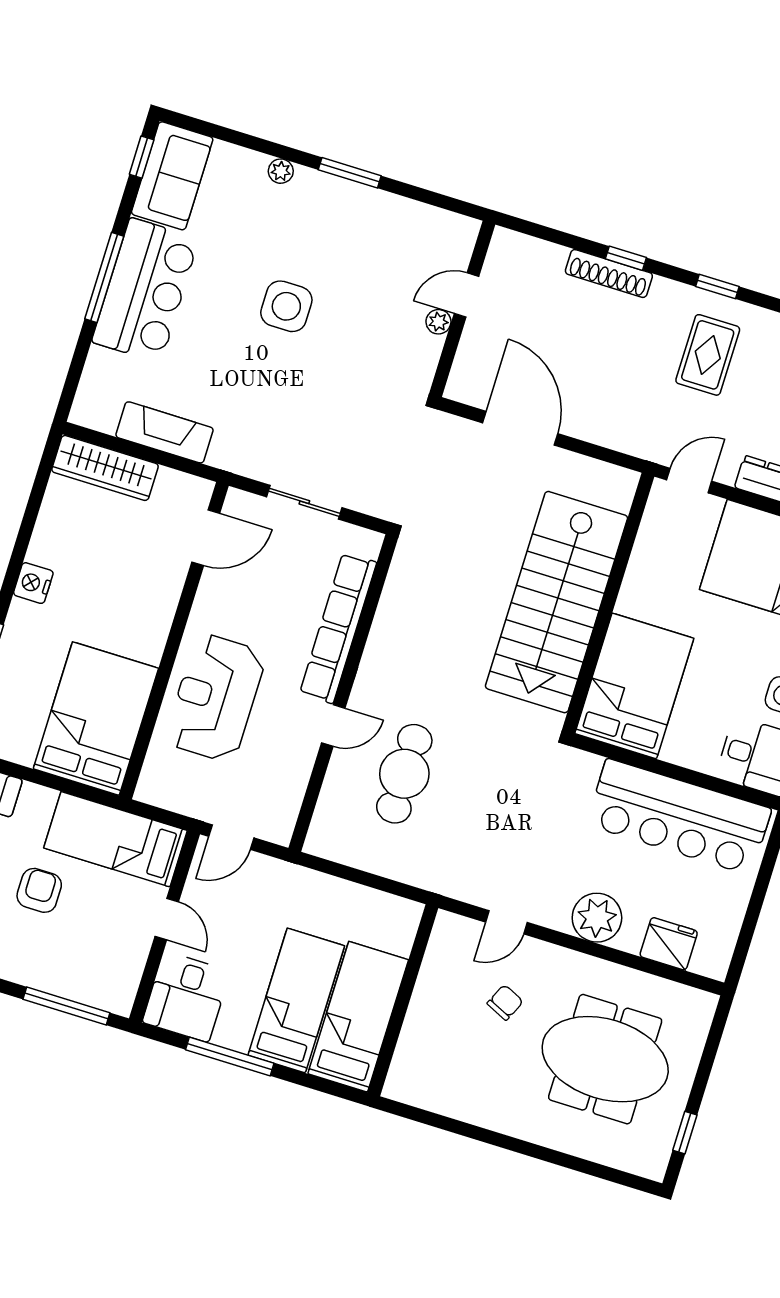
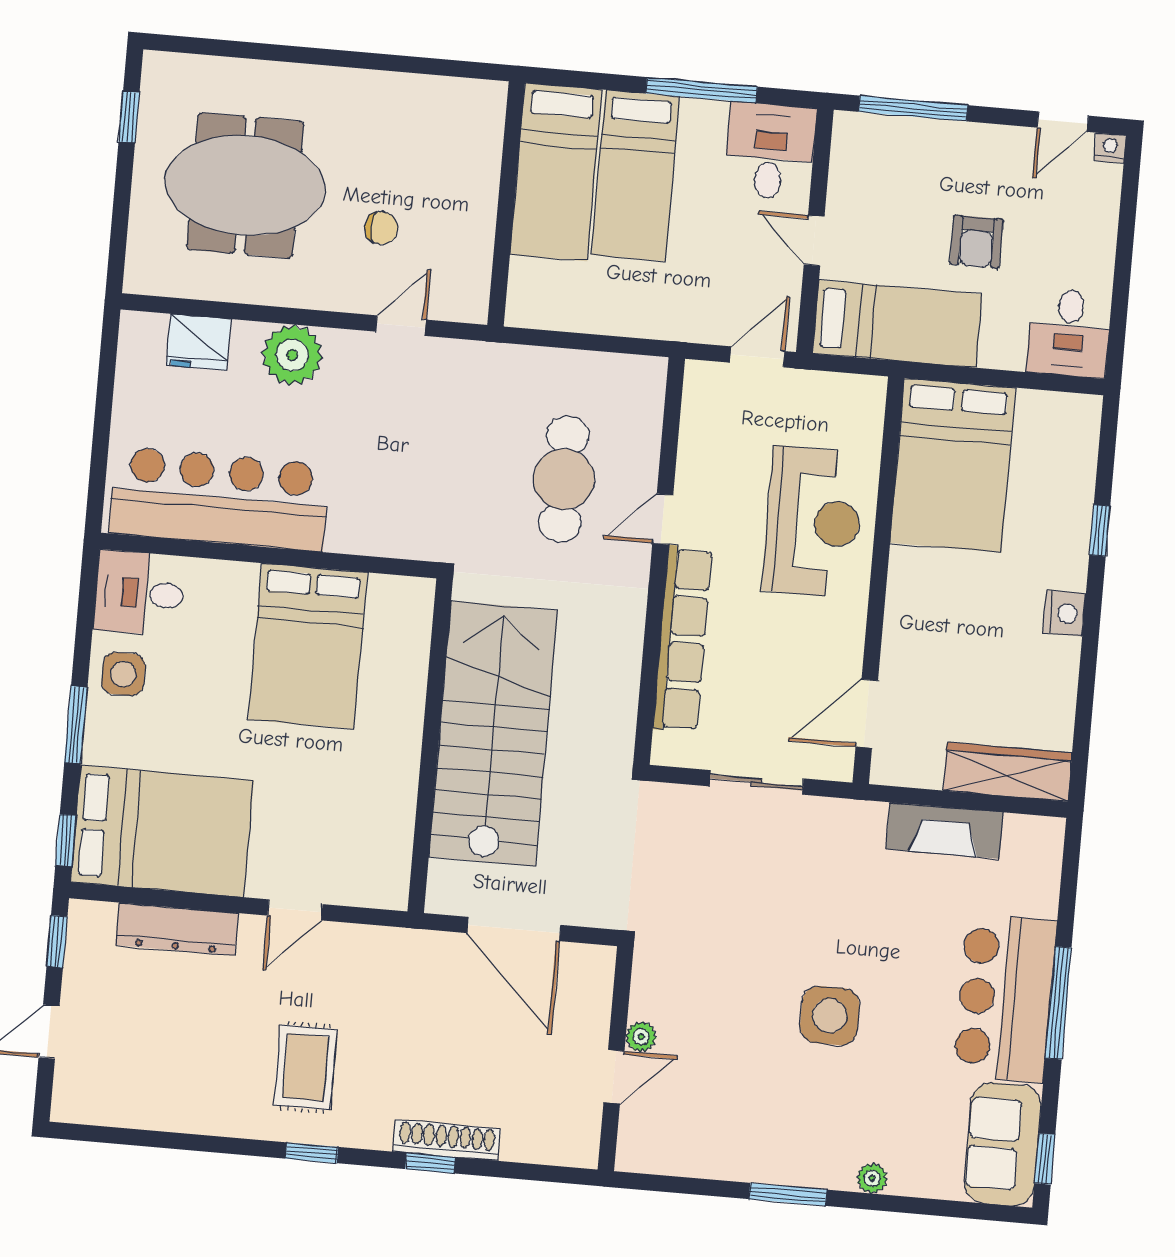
stairs: (557, 602) -> (493, 734), moved
wall: (608, 603) -> (430, 746), moved
chair: (505, 1002) -> (381, 228), turned -115

